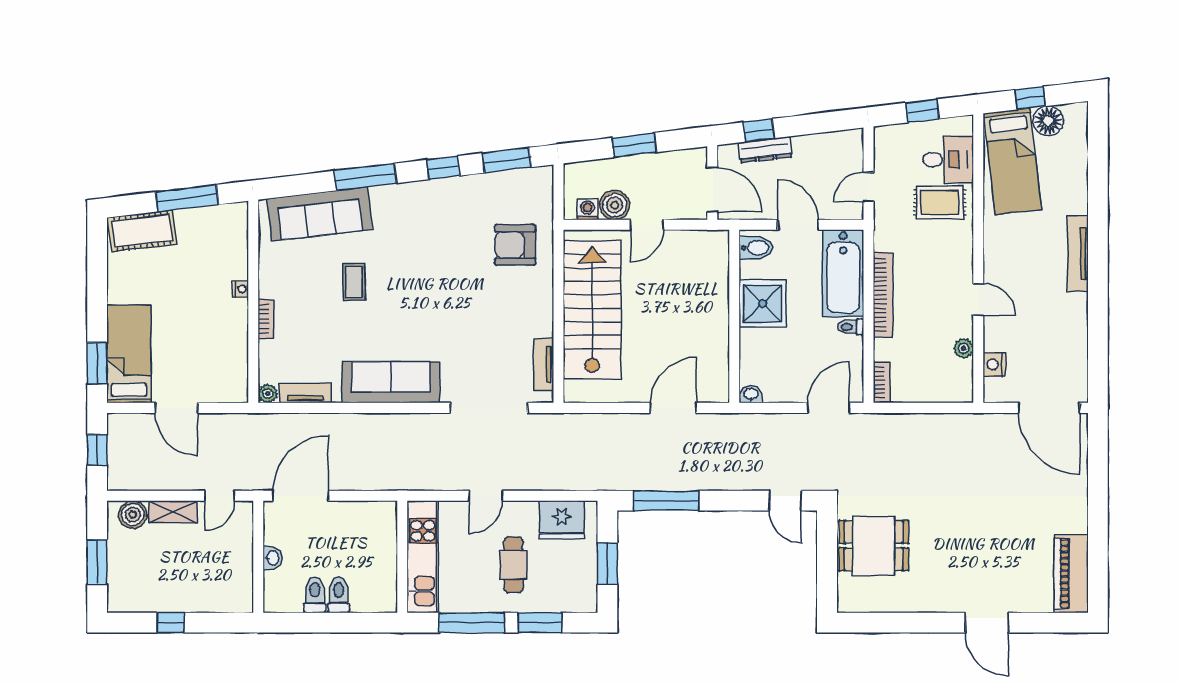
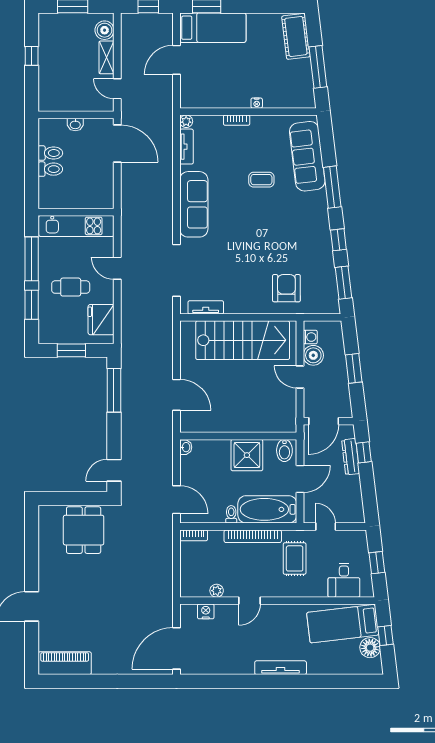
rug: (940, 202) -> (295, 558), moved

